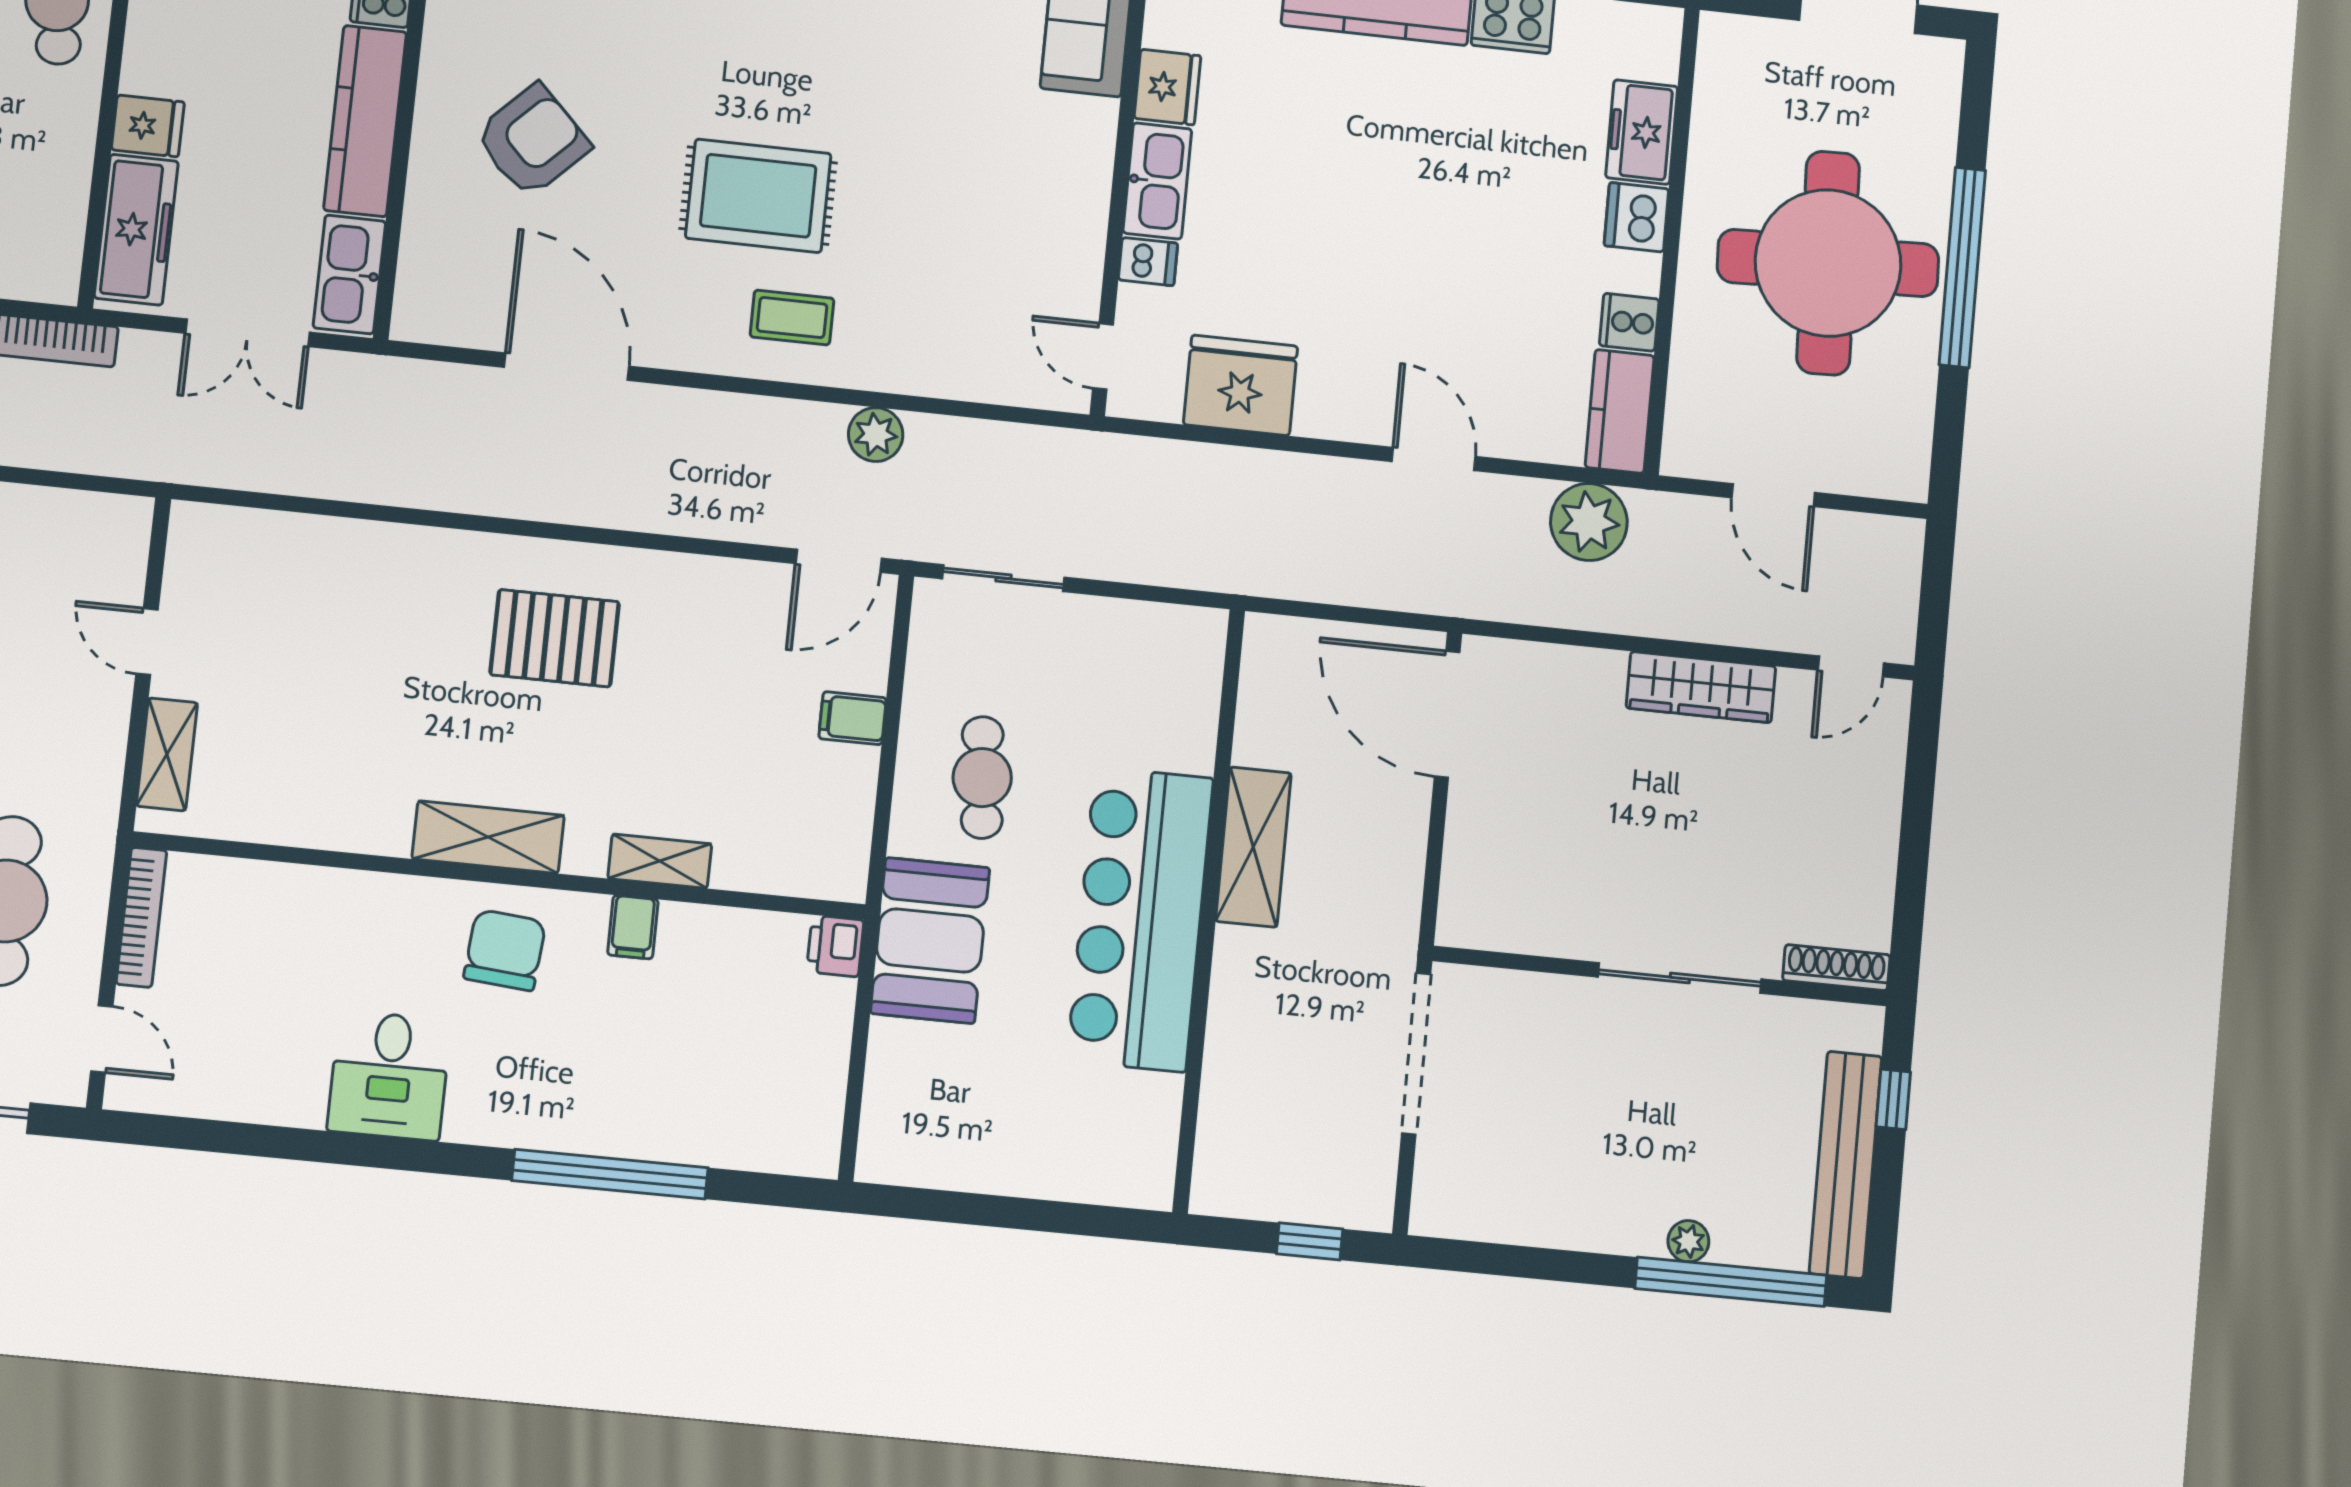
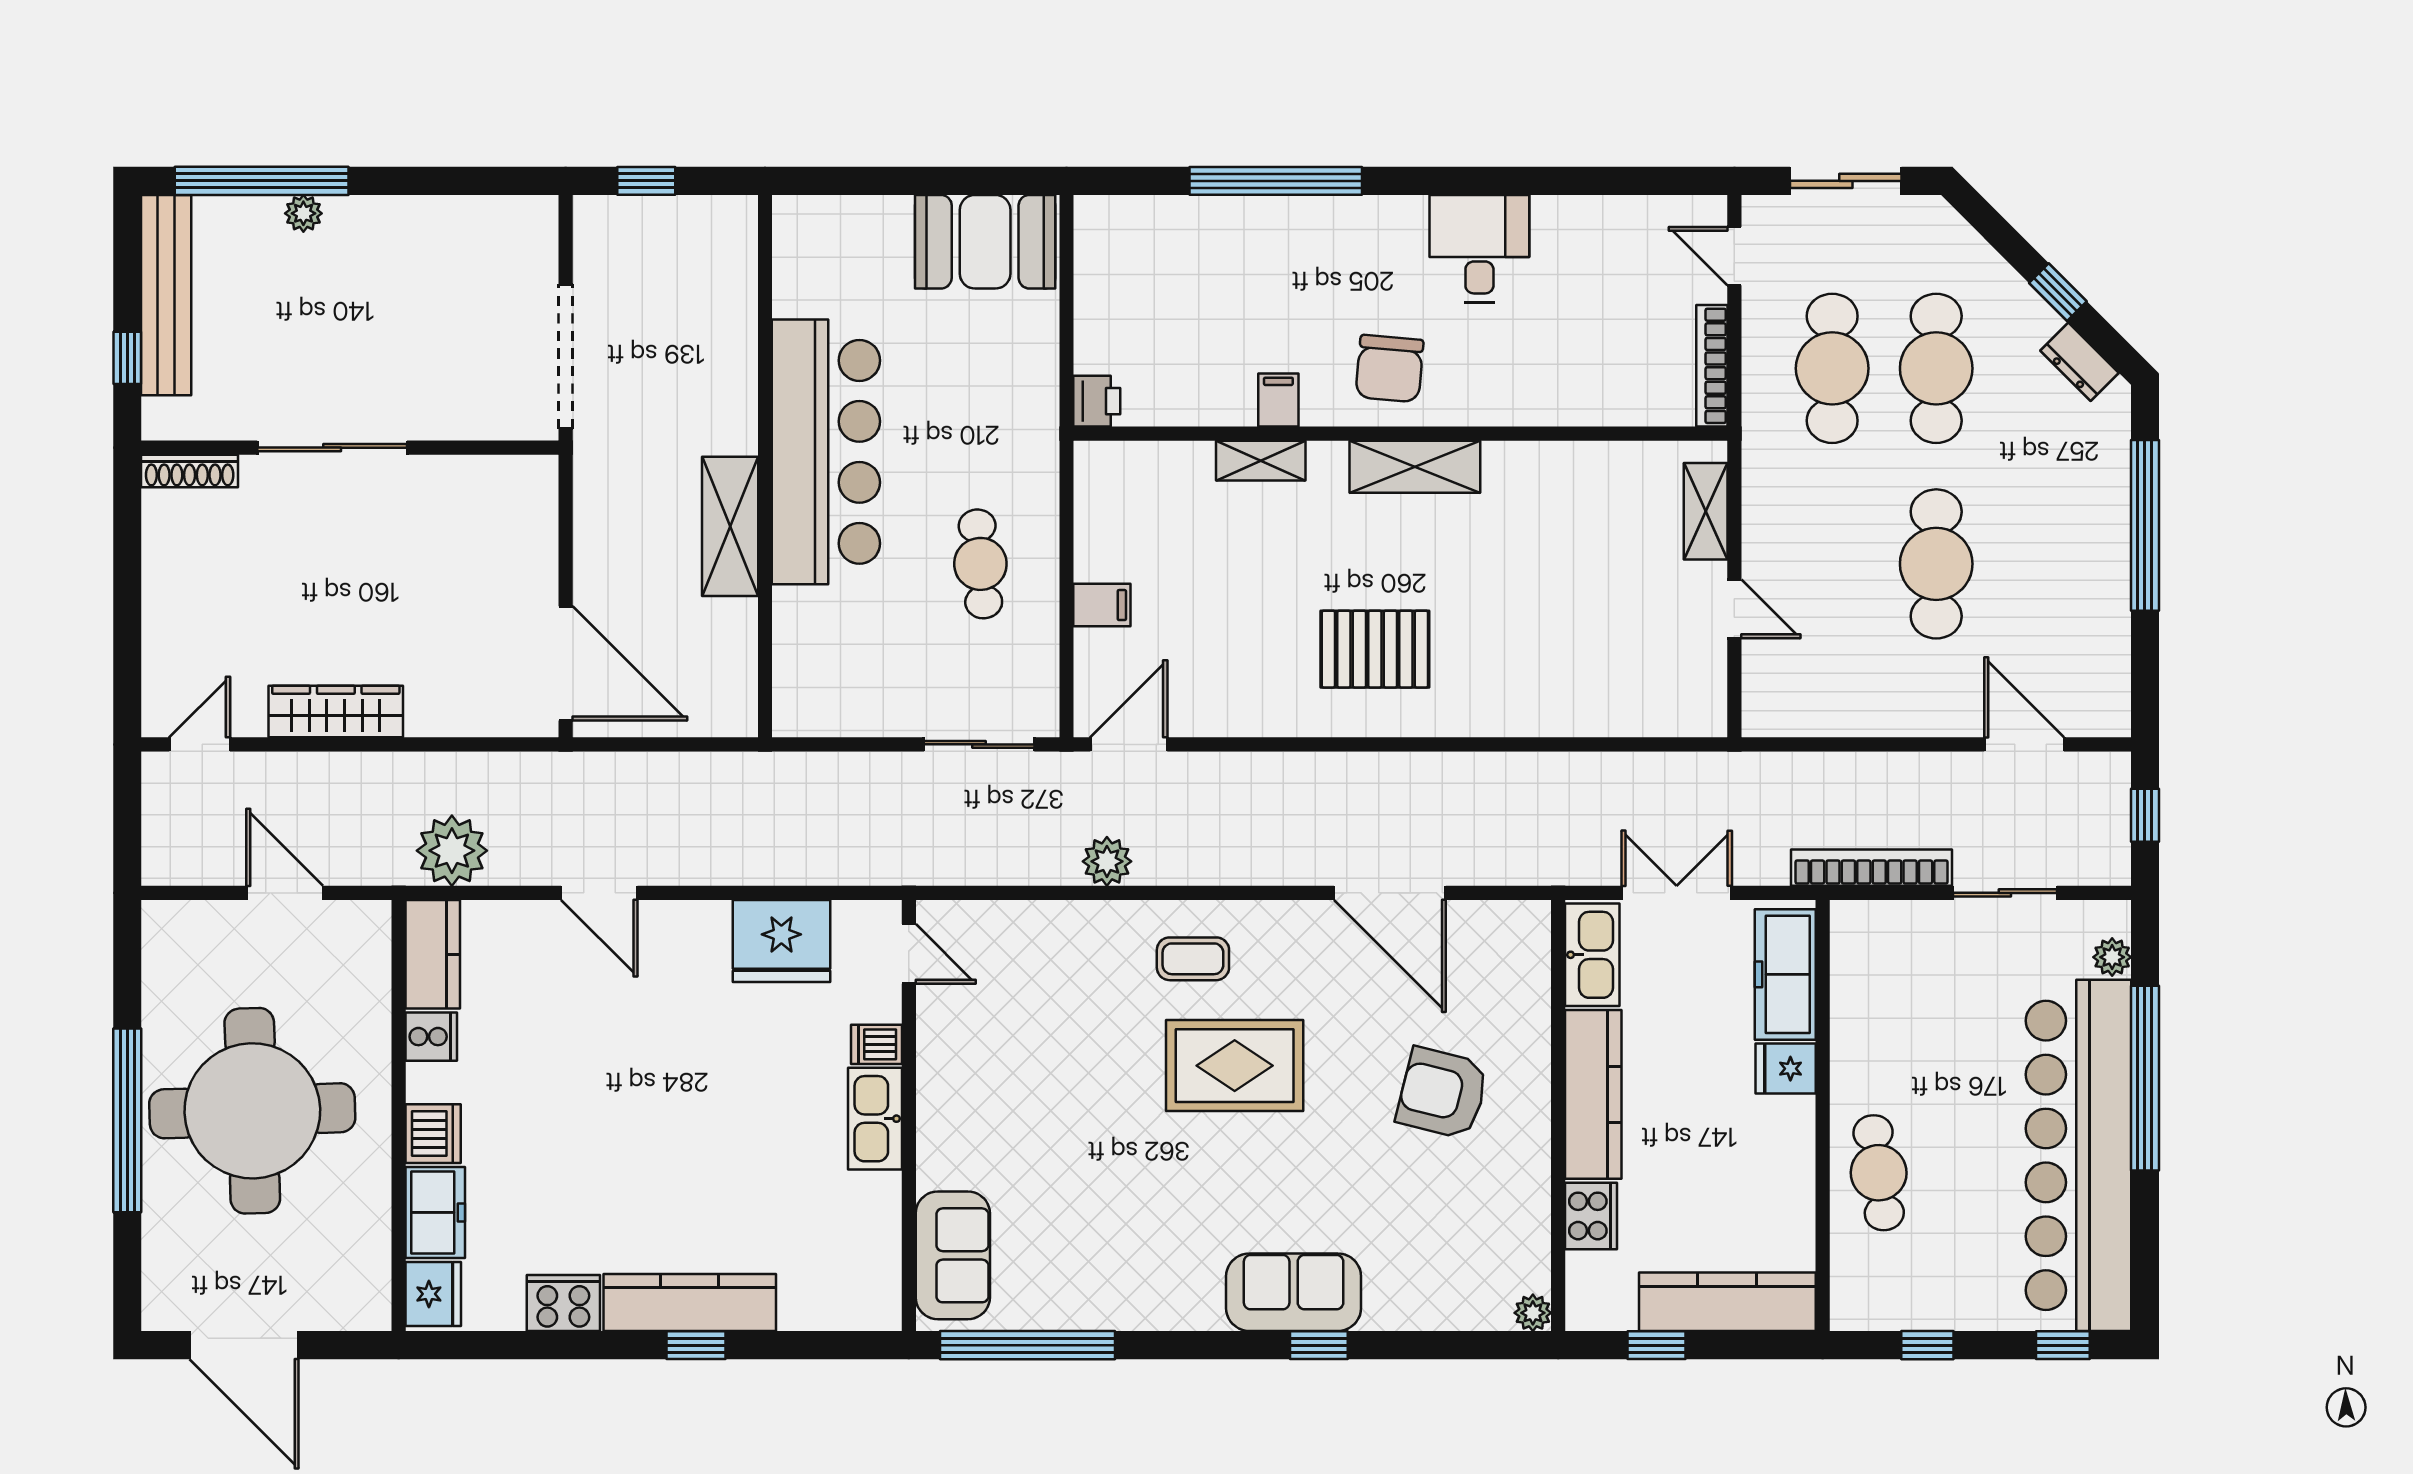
fridge: (1167, 87) -> (433, 1294), moved, turned 180
armchair: (532, 141) -> (1442, 1093), turned 59
booth: (930, 941) -> (985, 242), moved, turned 90

